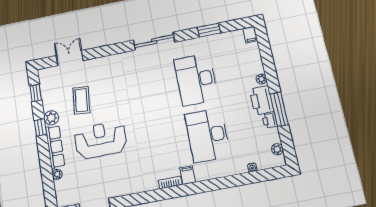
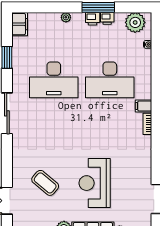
filing cabinet: (250, 35) -> (20, 24), width x2.00
coffee table: (81, 100) -> (45, 183), moved, turned 35
printer: (262, 100) -> (93, 19), width x0.53, depth x0.68
plant: (277, 149) -> (135, 22), width x1.87, depth x1.87

